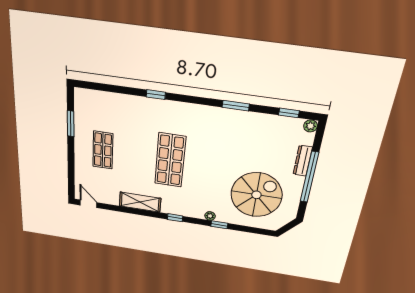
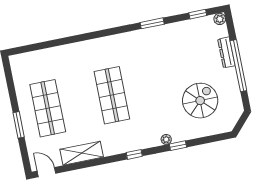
window: (156, 95) -> (82, 37), removed
window: (71, 124) -> (19, 125), moved
shop shelf: (103, 150) -> (48, 108), width x1.43, depth x1.36
spiral stairs: (256, 195) -> (200, 101), width x0.73, depth x0.73
shelving: (140, 202) -> (82, 153), moved

